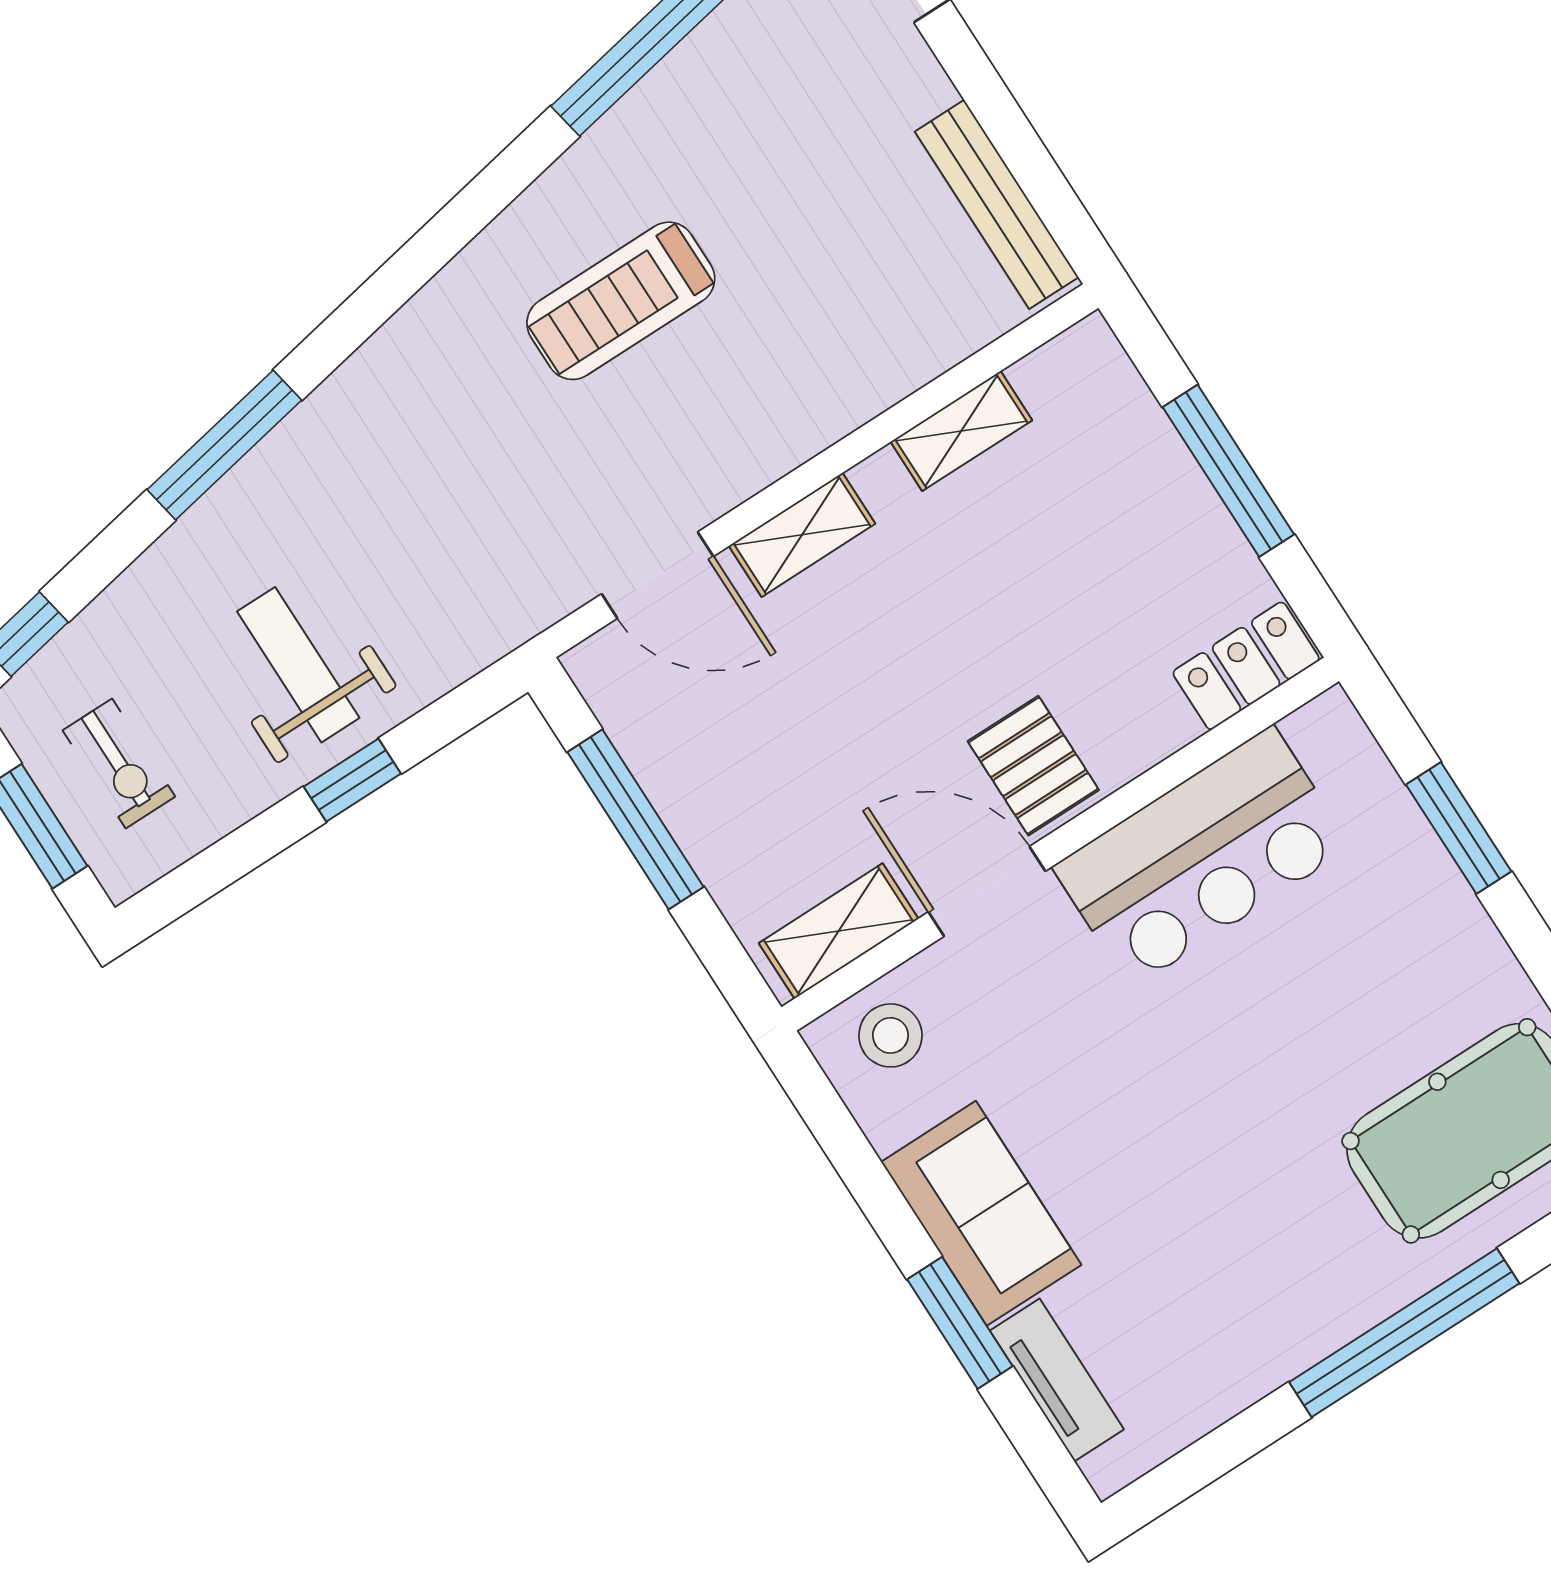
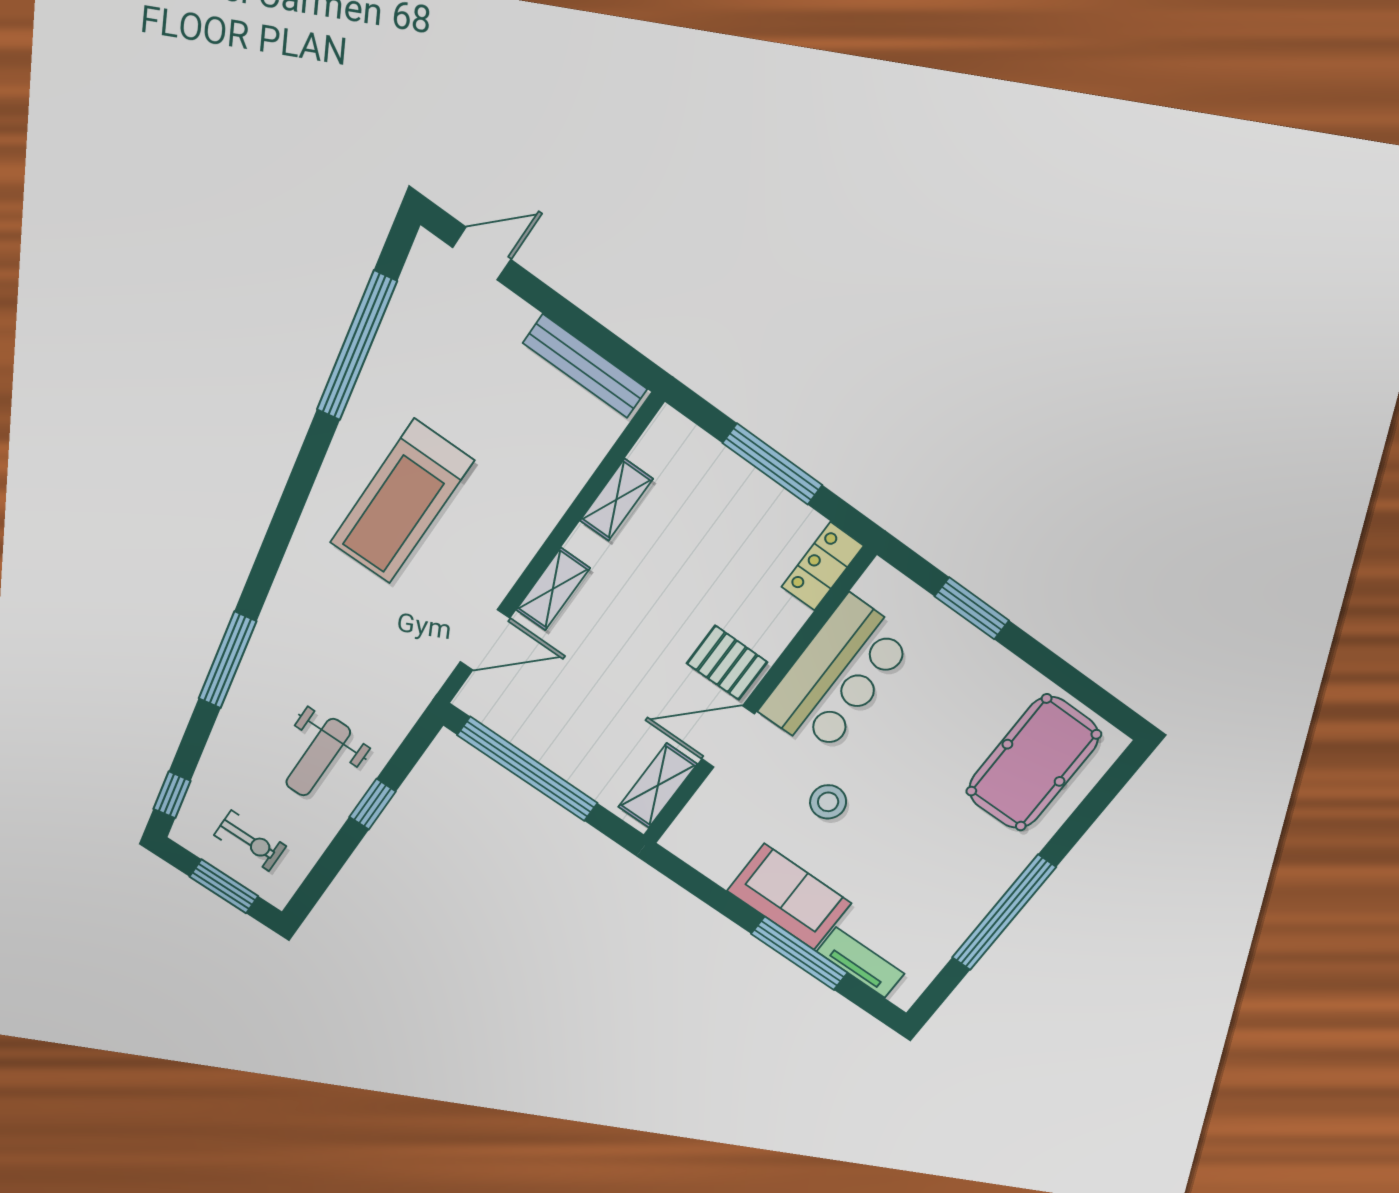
treadmill: (621, 301) -> (402, 502), width x1.37, depth x1.38
weight bench: (298, 665) -> (318, 757), turned -90
window: (635, 819) -> (528, 769), width x1.46
stool: (890, 1035) -> (828, 802), moved
window: (960, 1323) -> (799, 953), width x1.44
window: (1404, 1333) -> (1004, 913), moved

